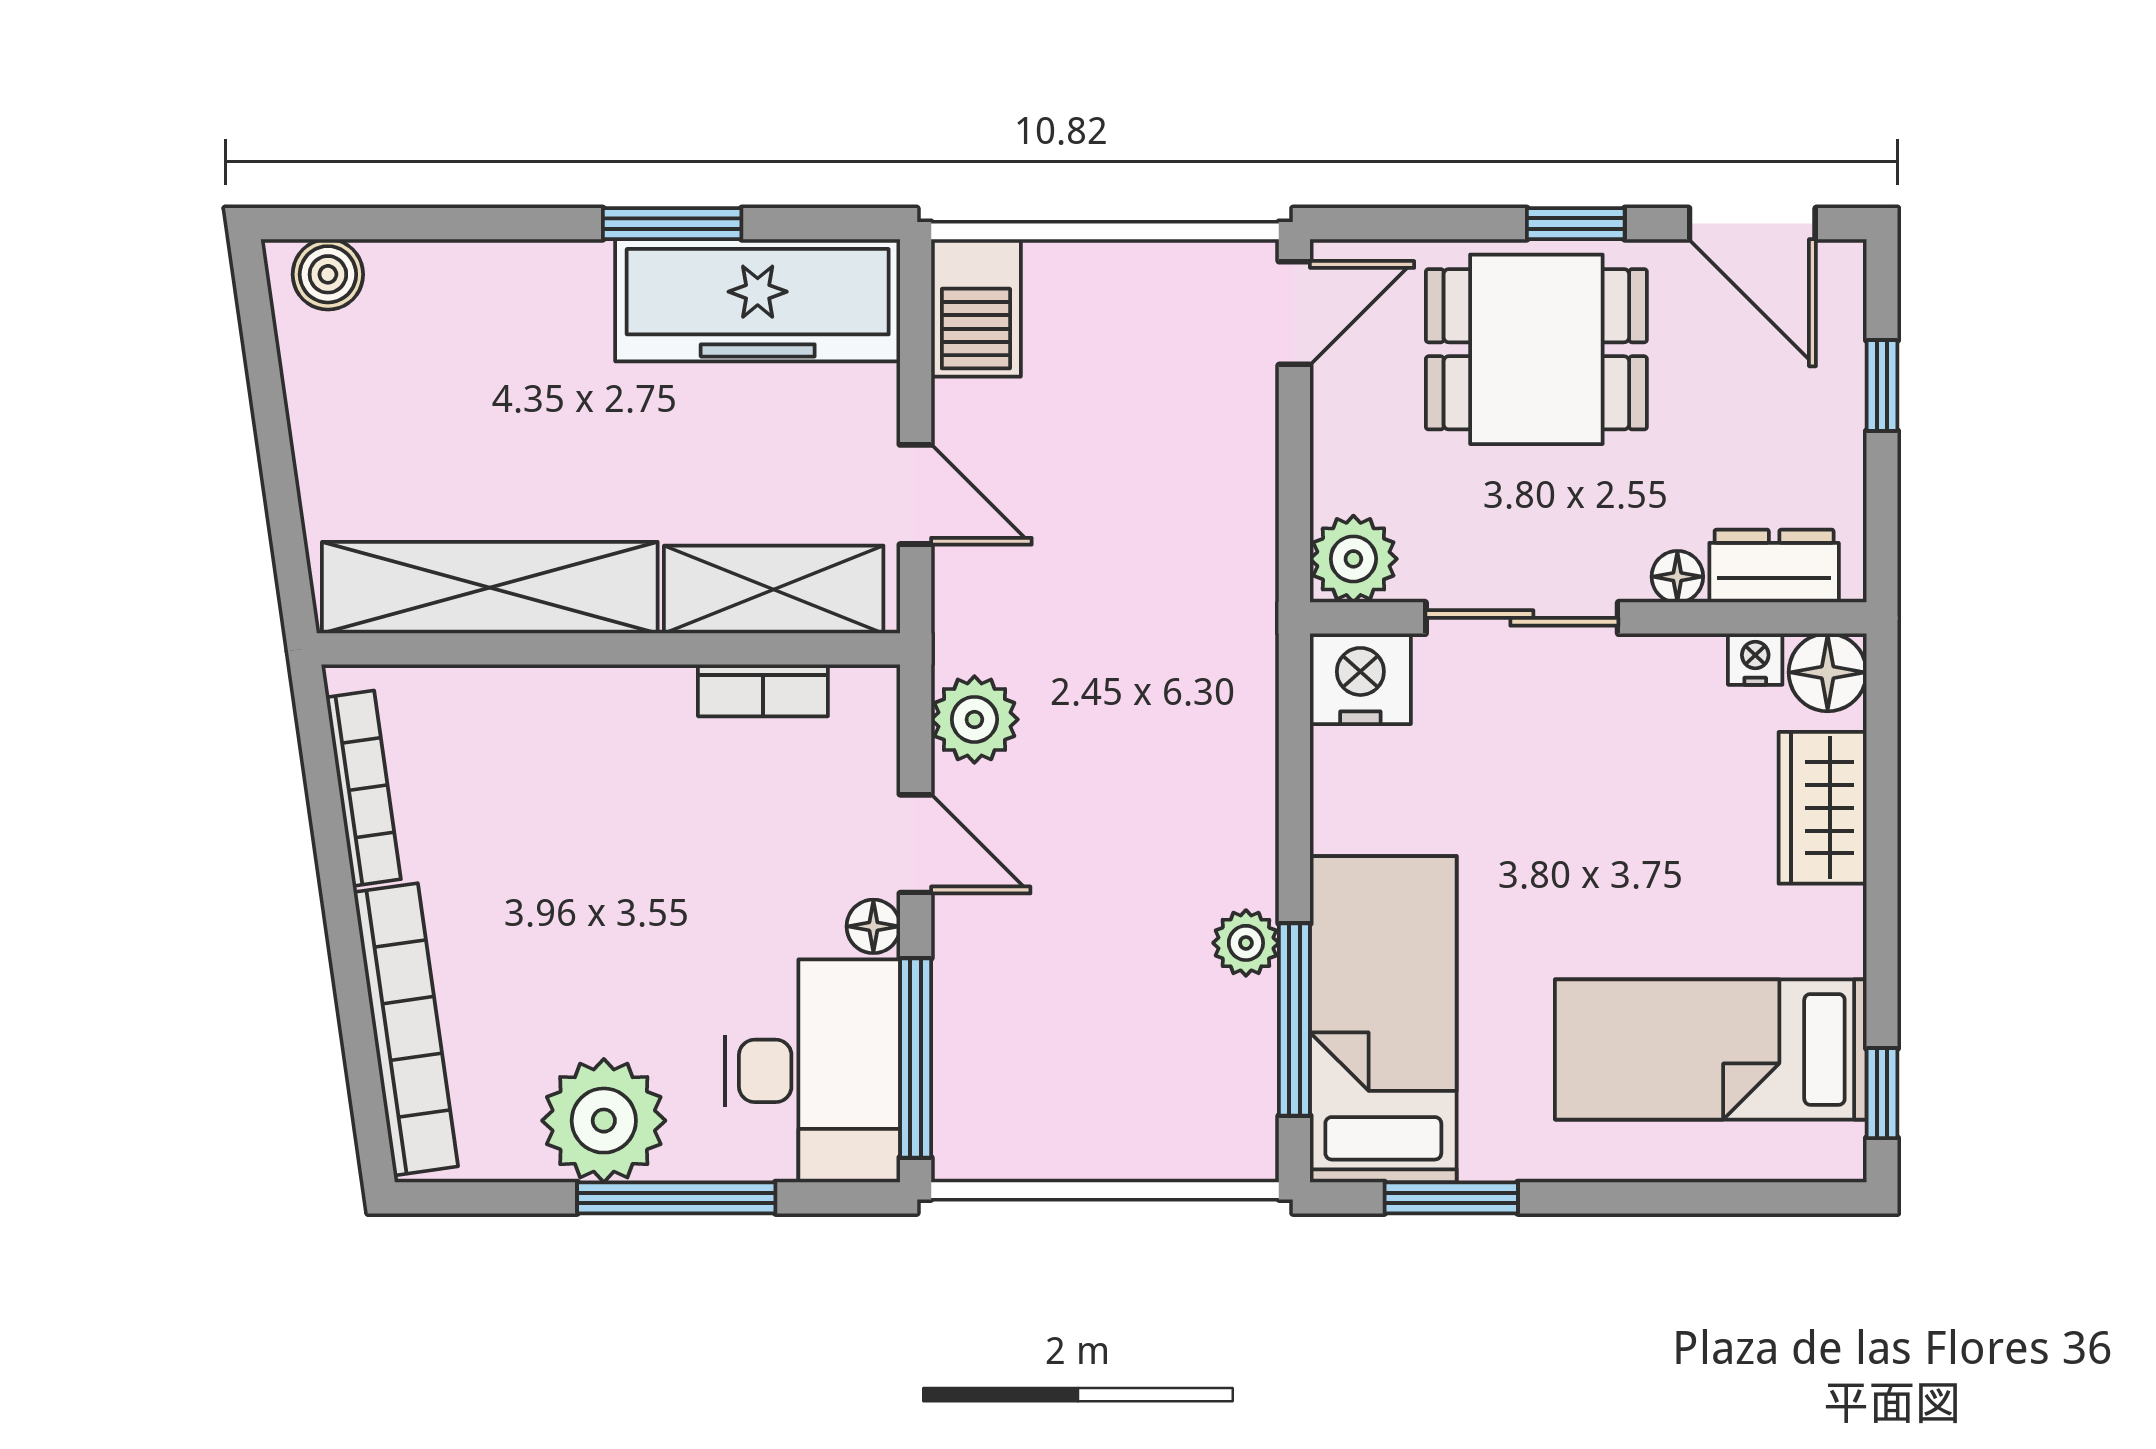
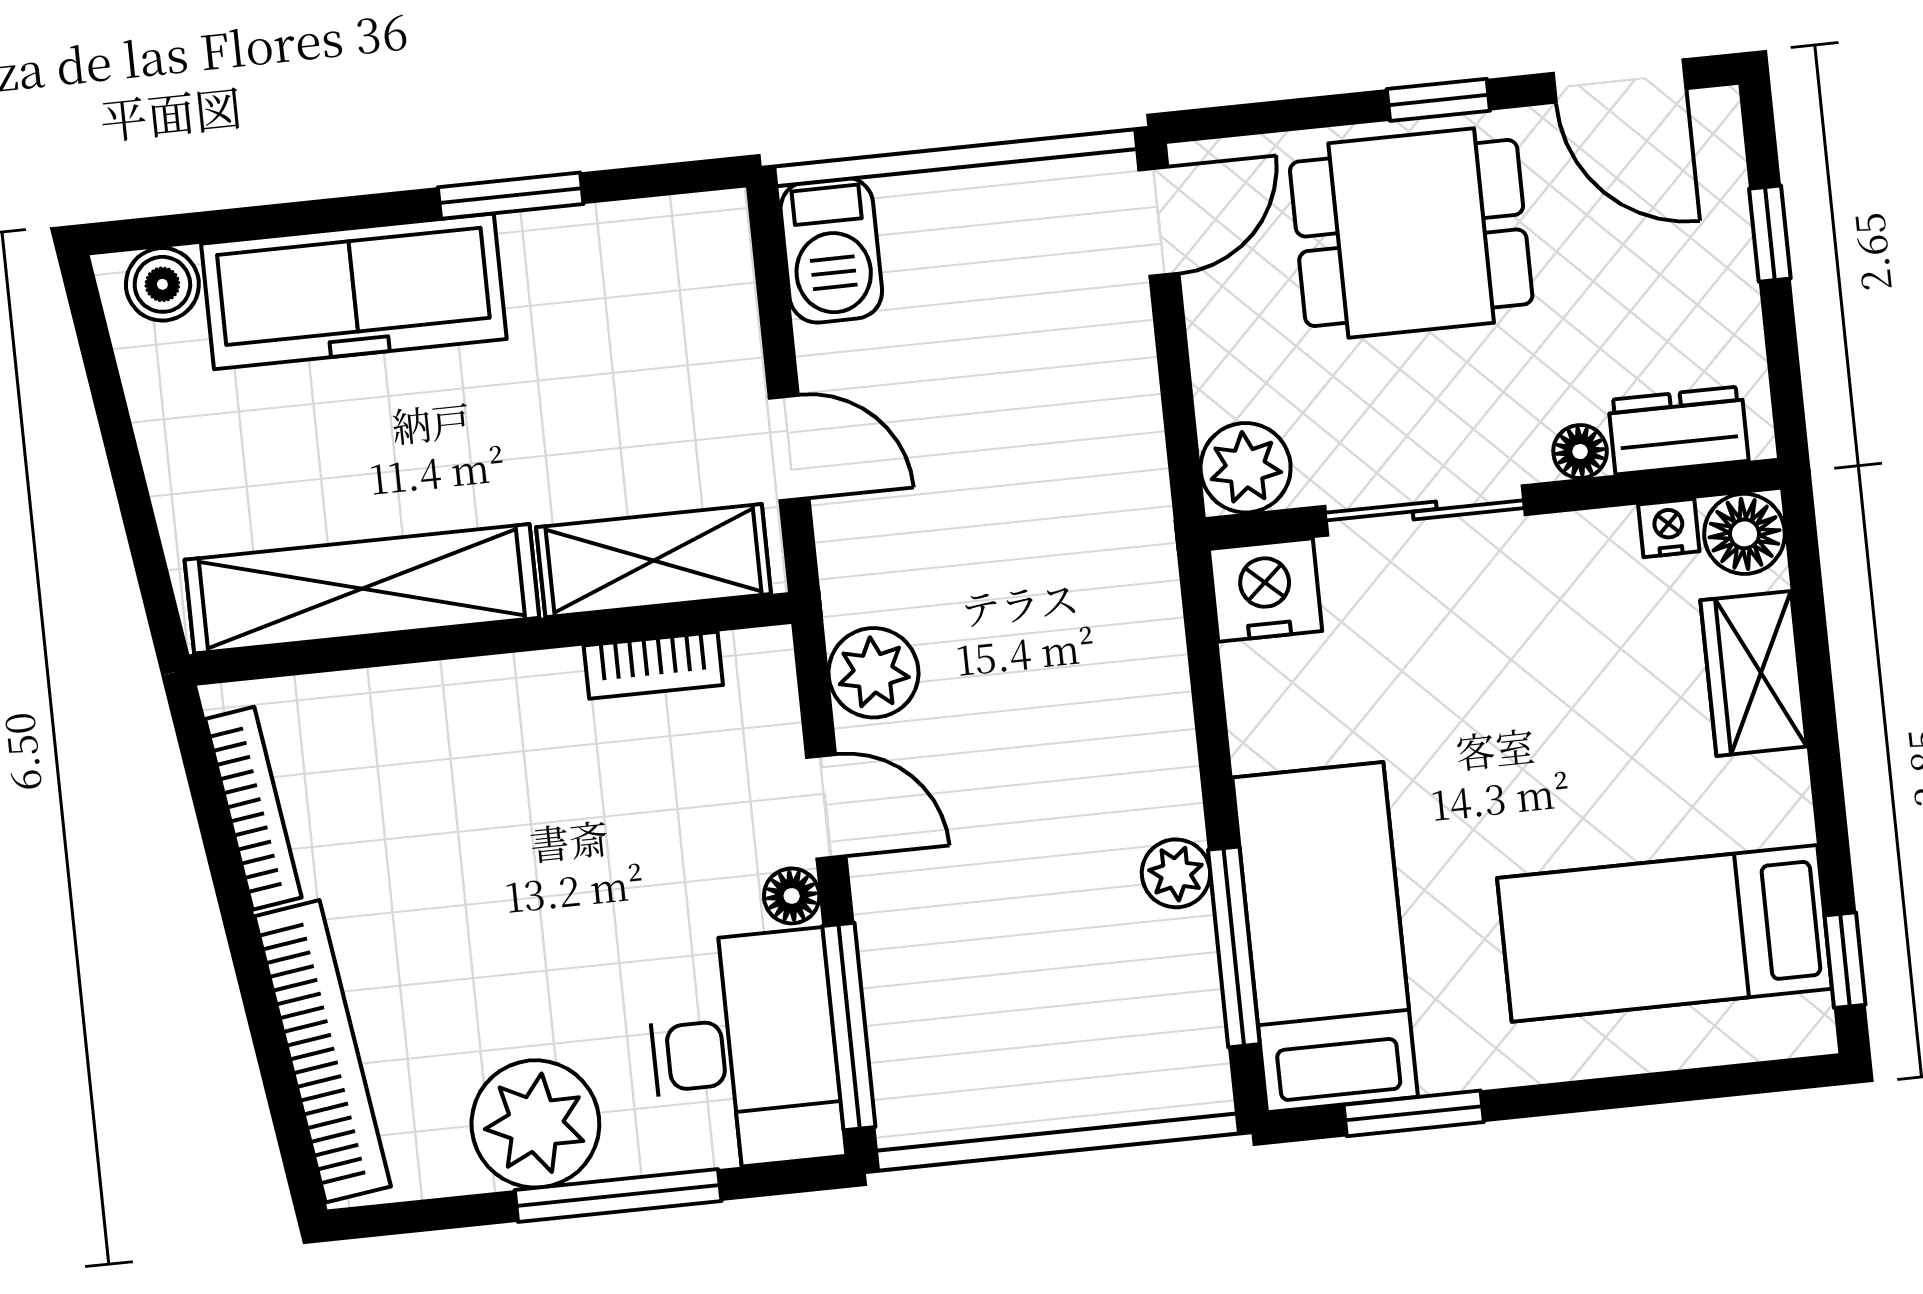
freezer: (758, 300) -> (354, 291), moved

